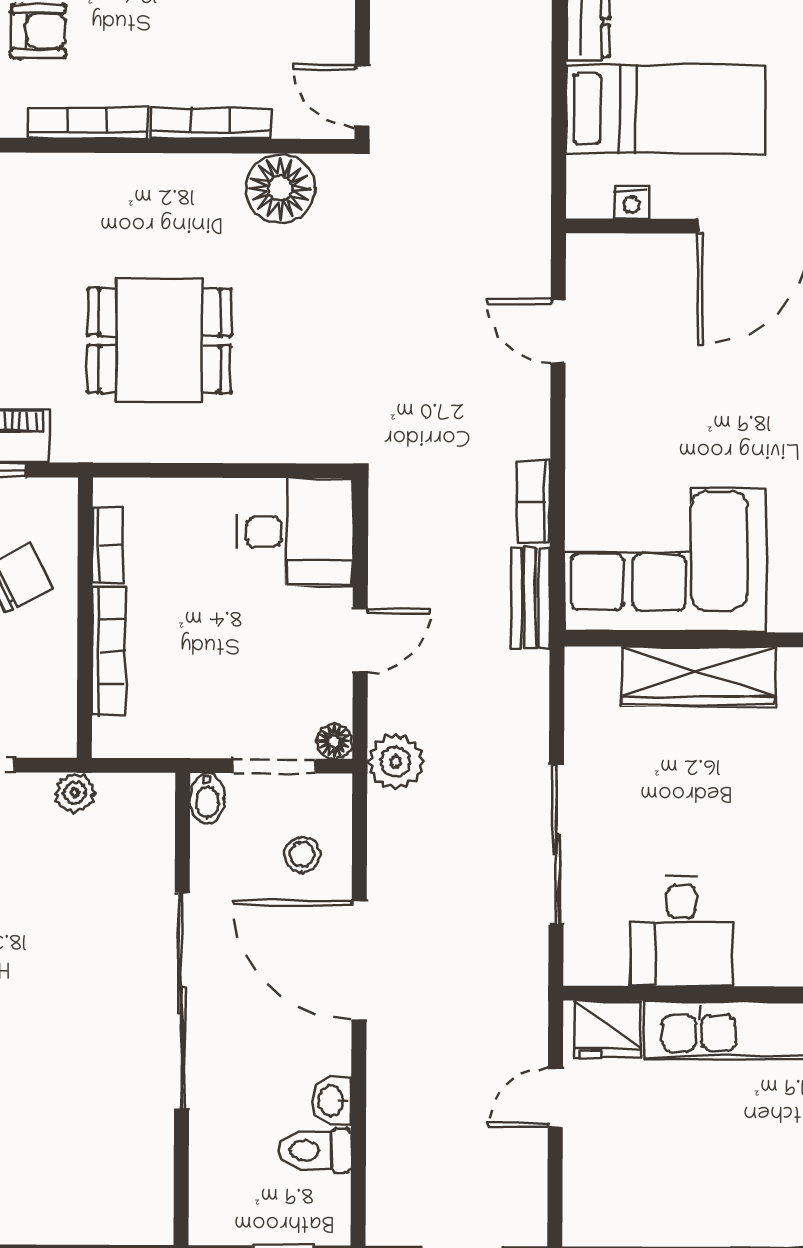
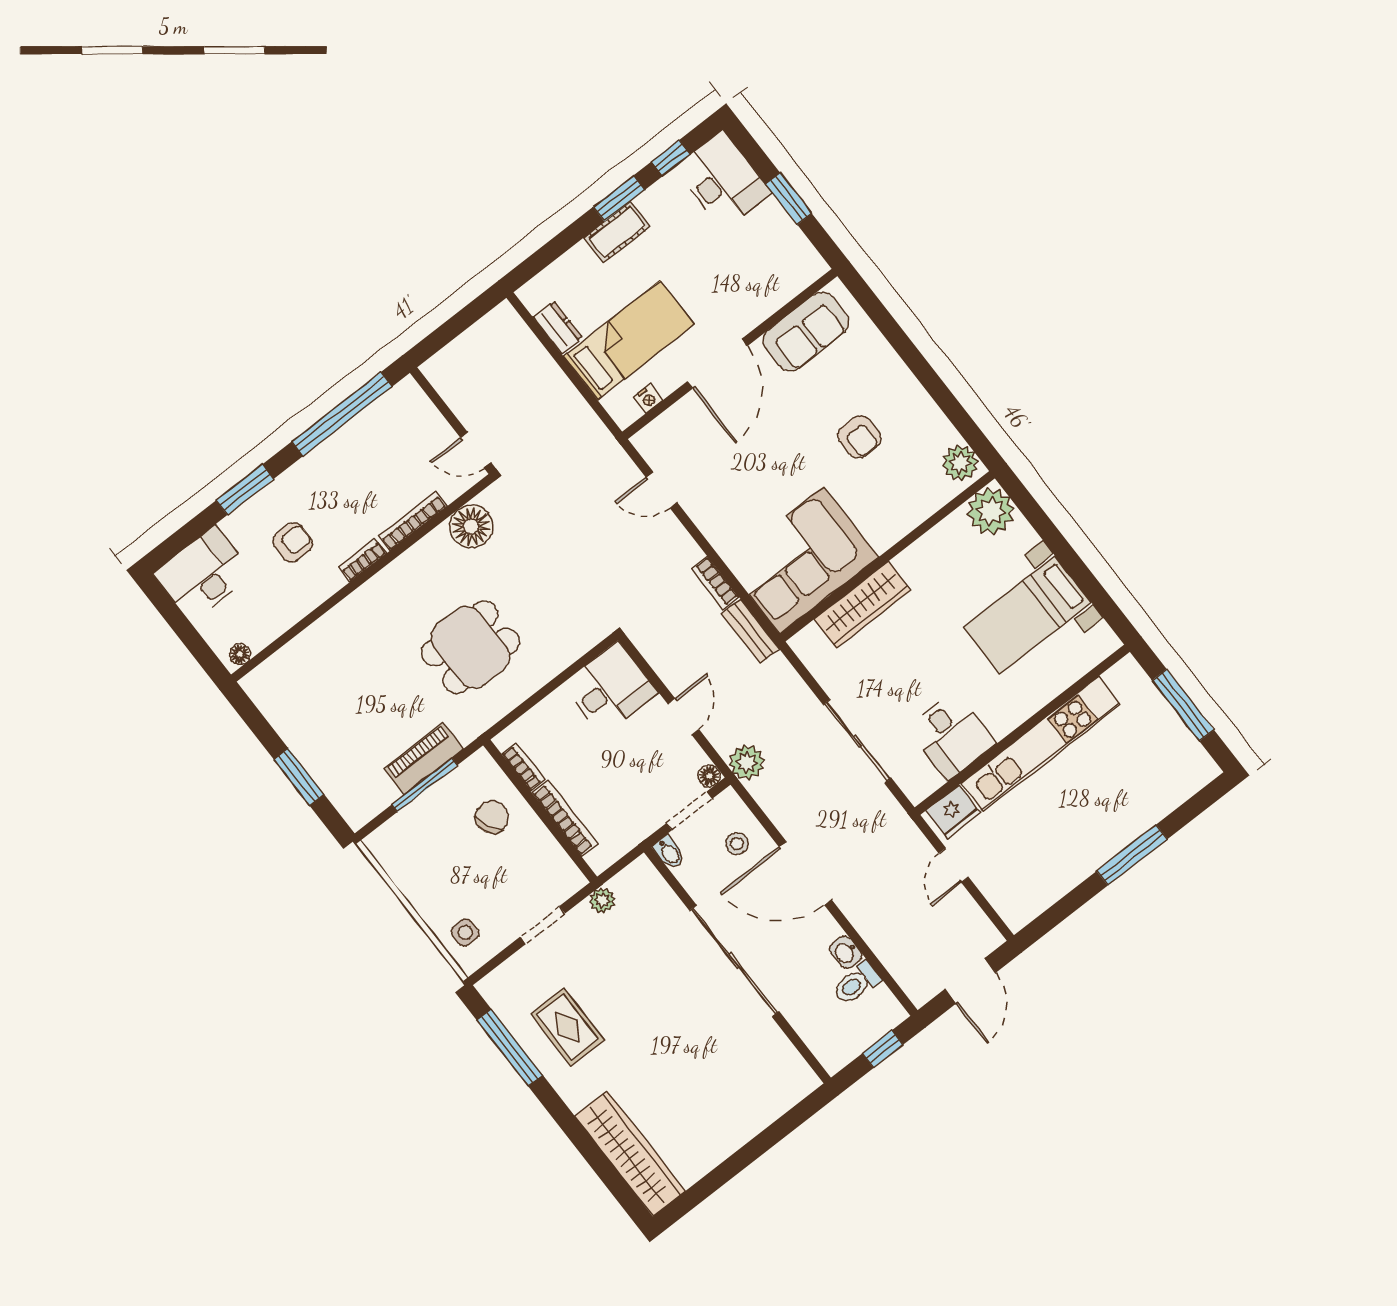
bookcase: (88, 123) -> (363, 560), width x0.64

